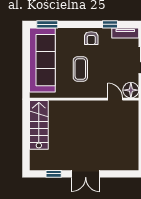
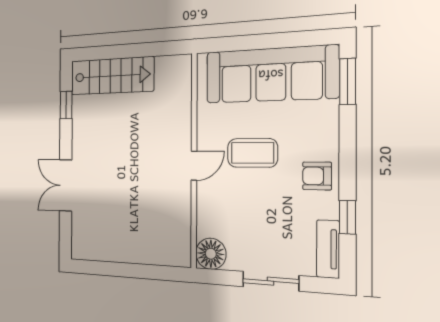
door: (115, 99) -> (194, 166), moved
stairs: (39, 125) -> (112, 76), moved
double door: (86, 174) -> (66, 185), moved

